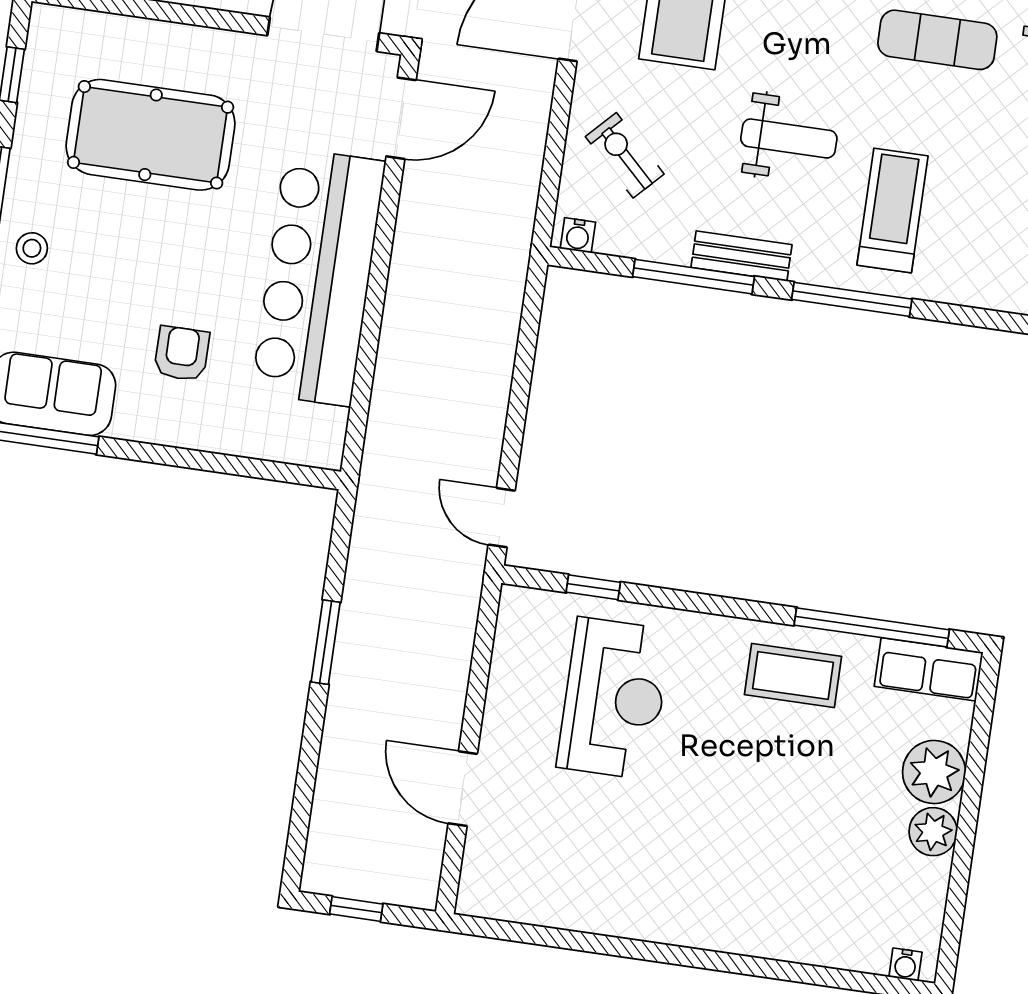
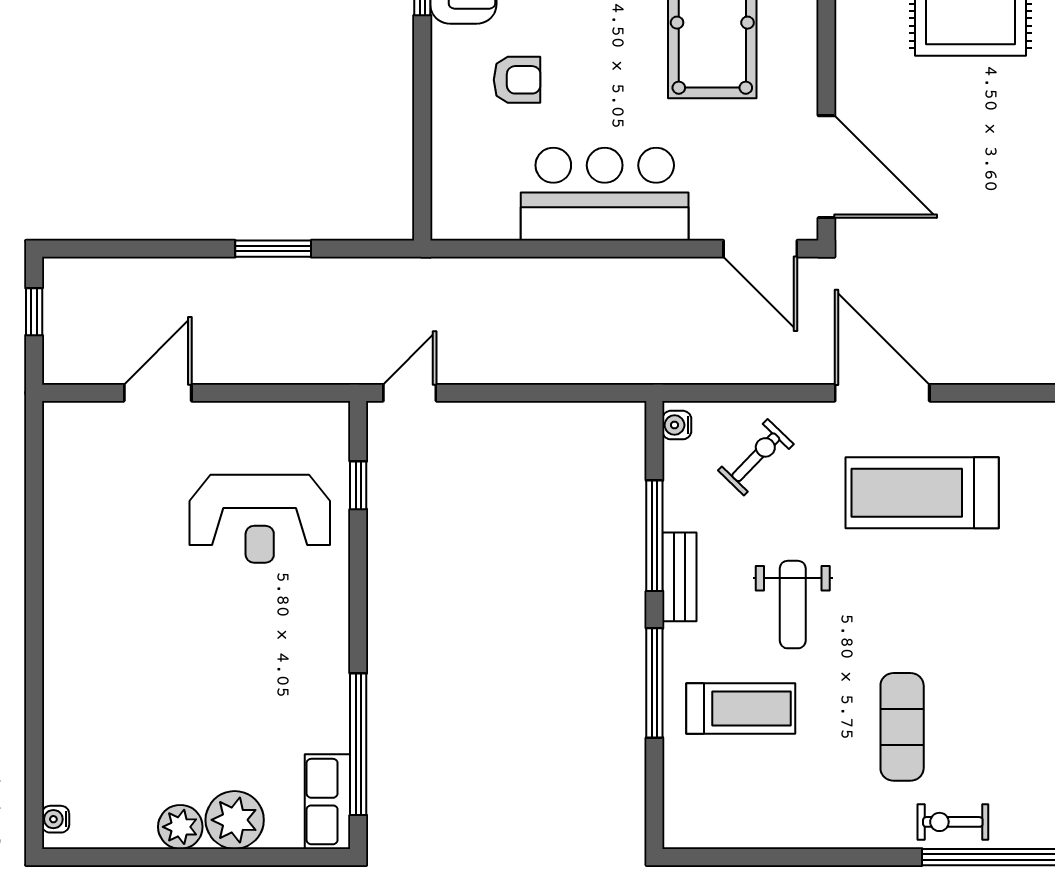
bar counter: (318, 277) -> (605, 194), width x0.73
coffee table: (793, 675) -> (304, 679), removed

